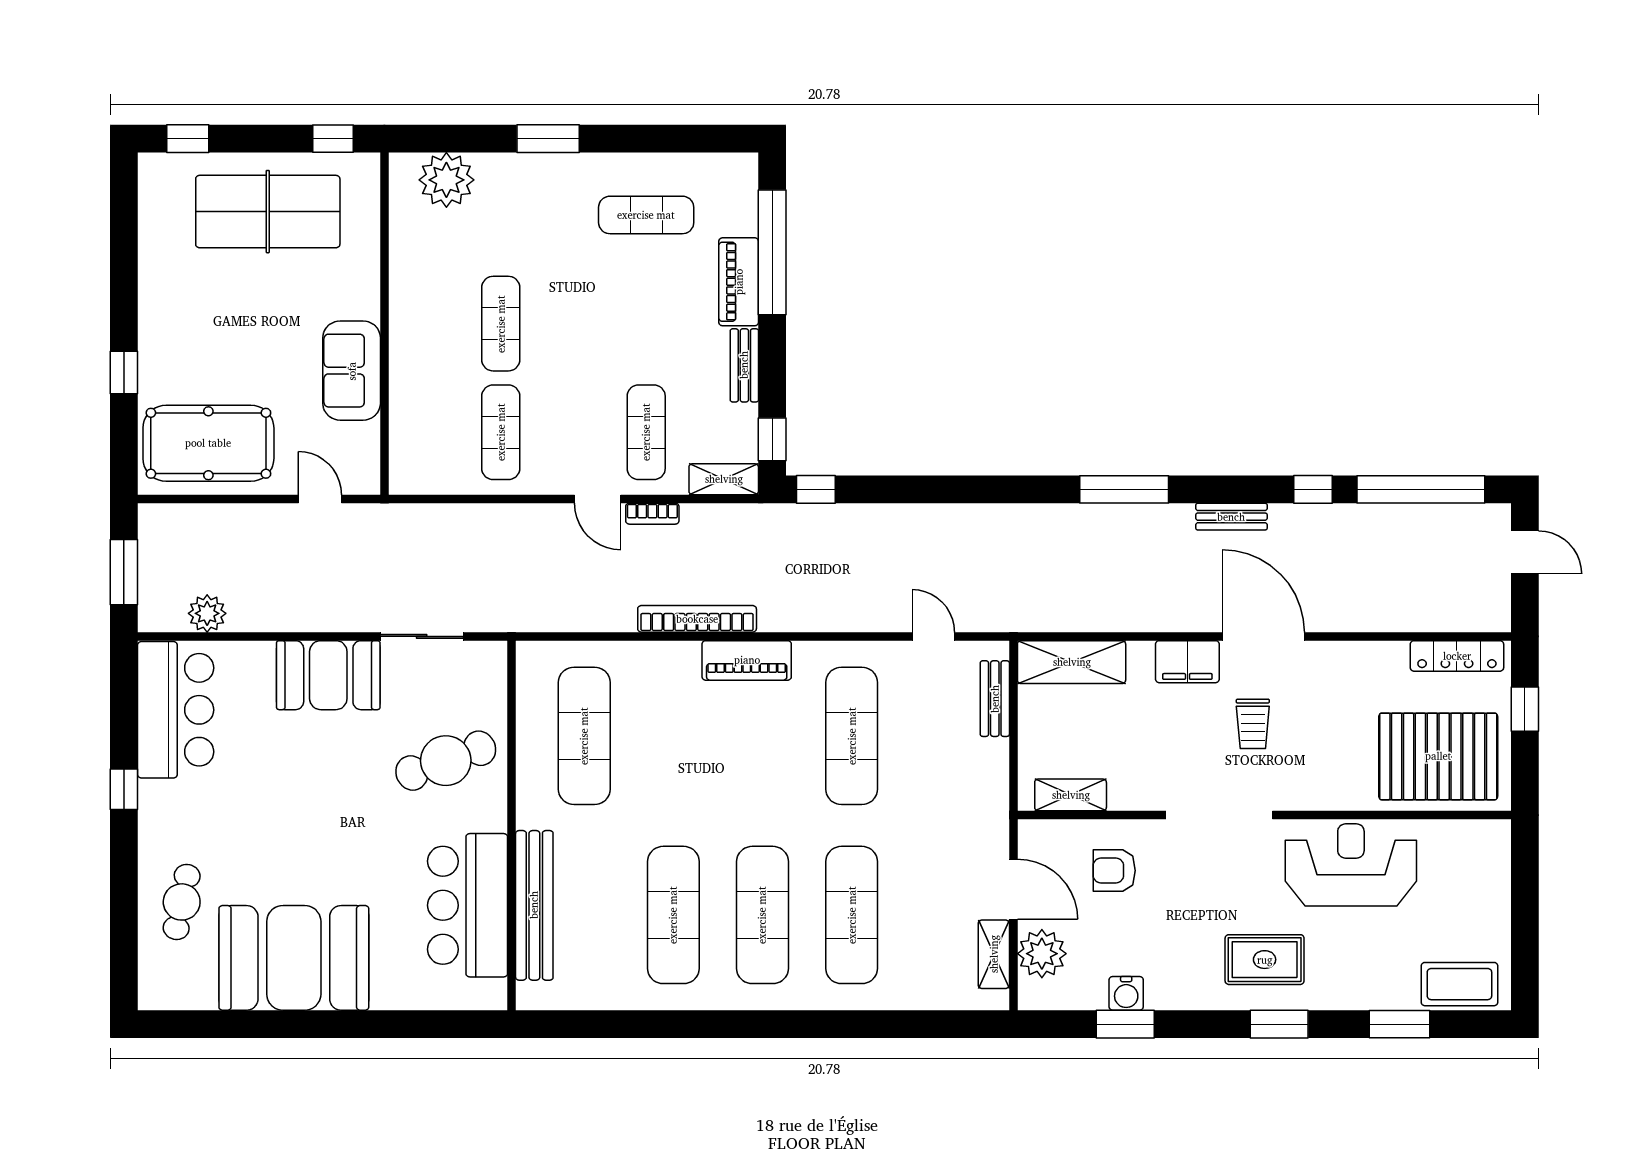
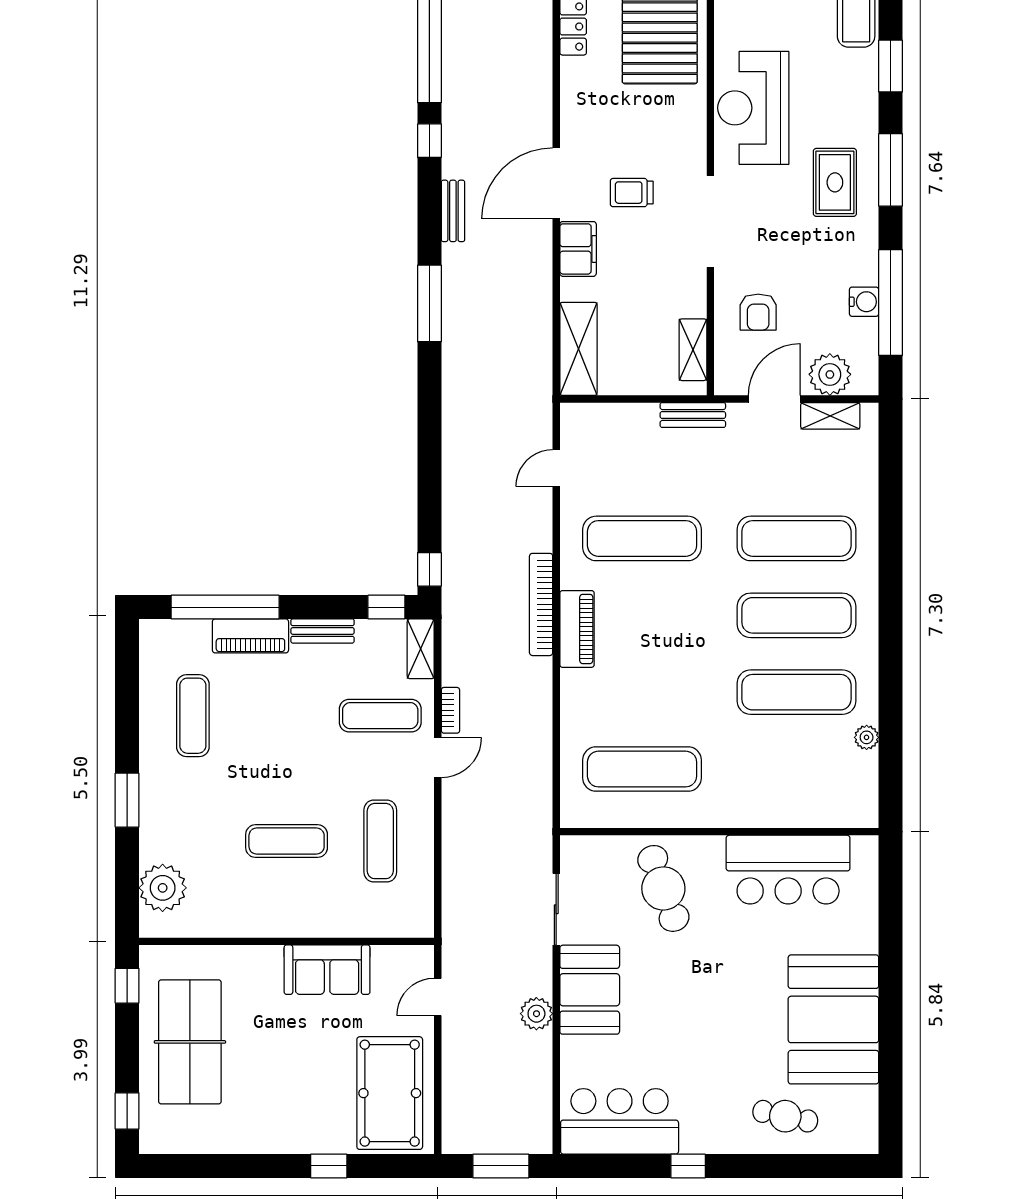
exercise mat: (501, 432) -> (380, 841), turned 90
plant: (207, 613) -> (536, 1014), moved
bookcase: (697, 619) -> (541, 604), moved
bench: (995, 699) -> (693, 415), moved
trolley: (1253, 724) -> (632, 193), turned 180
bench: (534, 905) -> (788, 812), removed
plant: (621, 996) -> (867, 737), added
window: (1125, 1024) -> (891, 303), width x2.11
window: (1279, 1024) -> (891, 170), width x1.44

